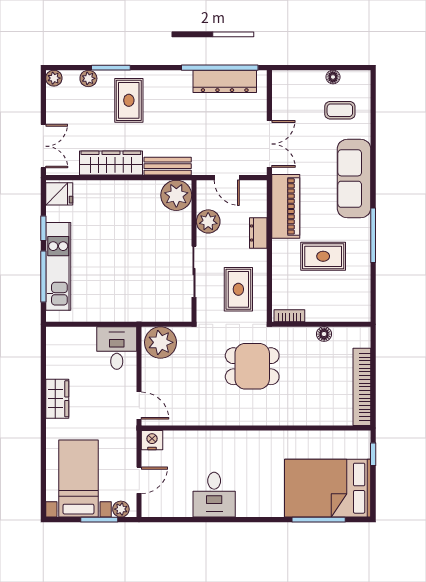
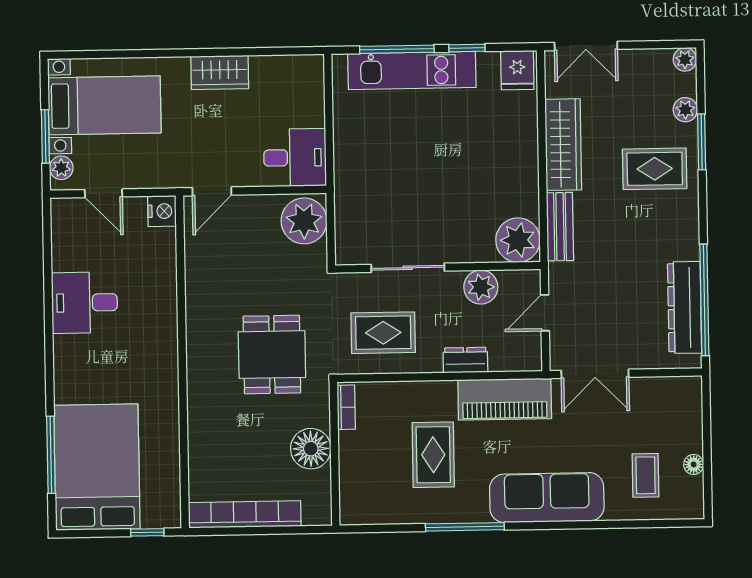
floor lamp: (324, 334) -> (311, 449), width x1.89, depth x1.89

